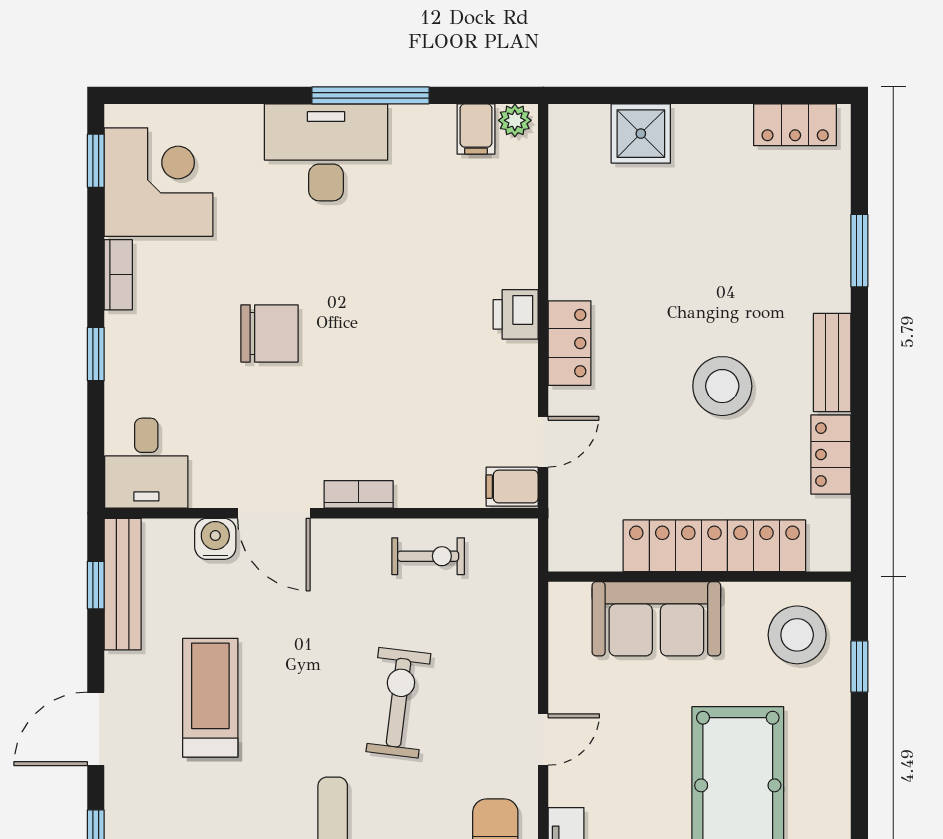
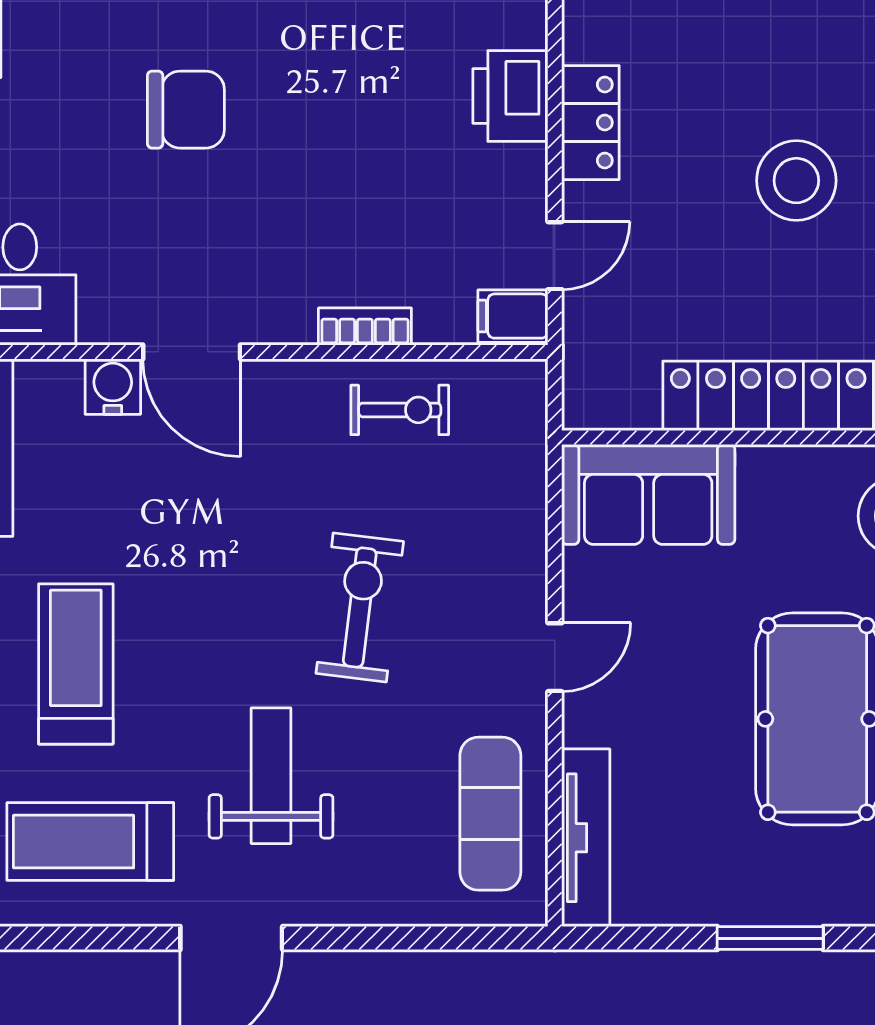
printer: (516, 314) -> (510, 96), width x1.36, depth x1.24
bookcase: (359, 494) -> (365, 327), moved
sofa: (656, 619) -> (648, 494), moved
treadmill: (210, 698) -> (76, 664), moved

